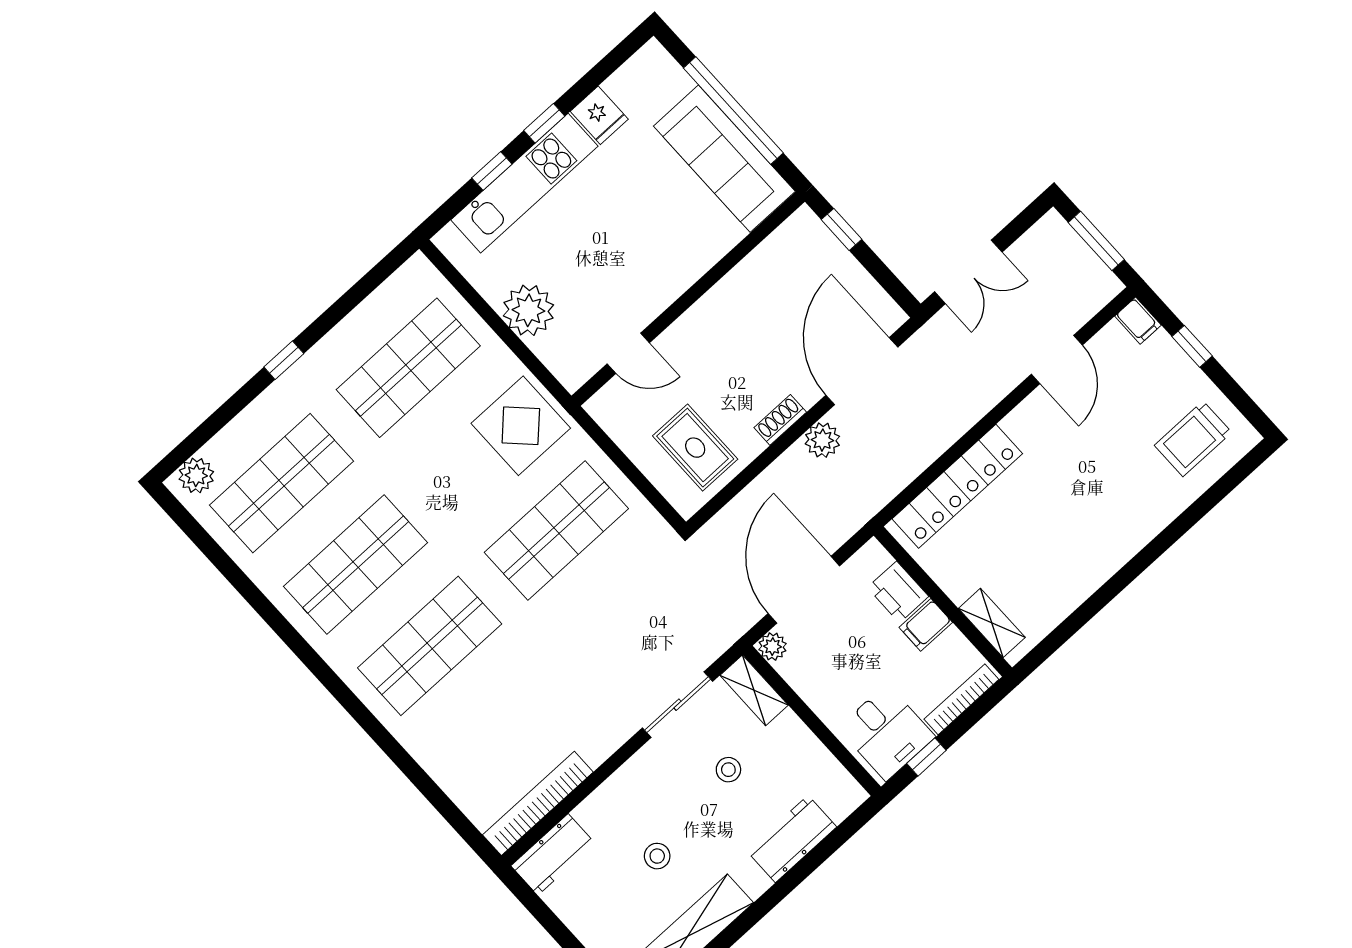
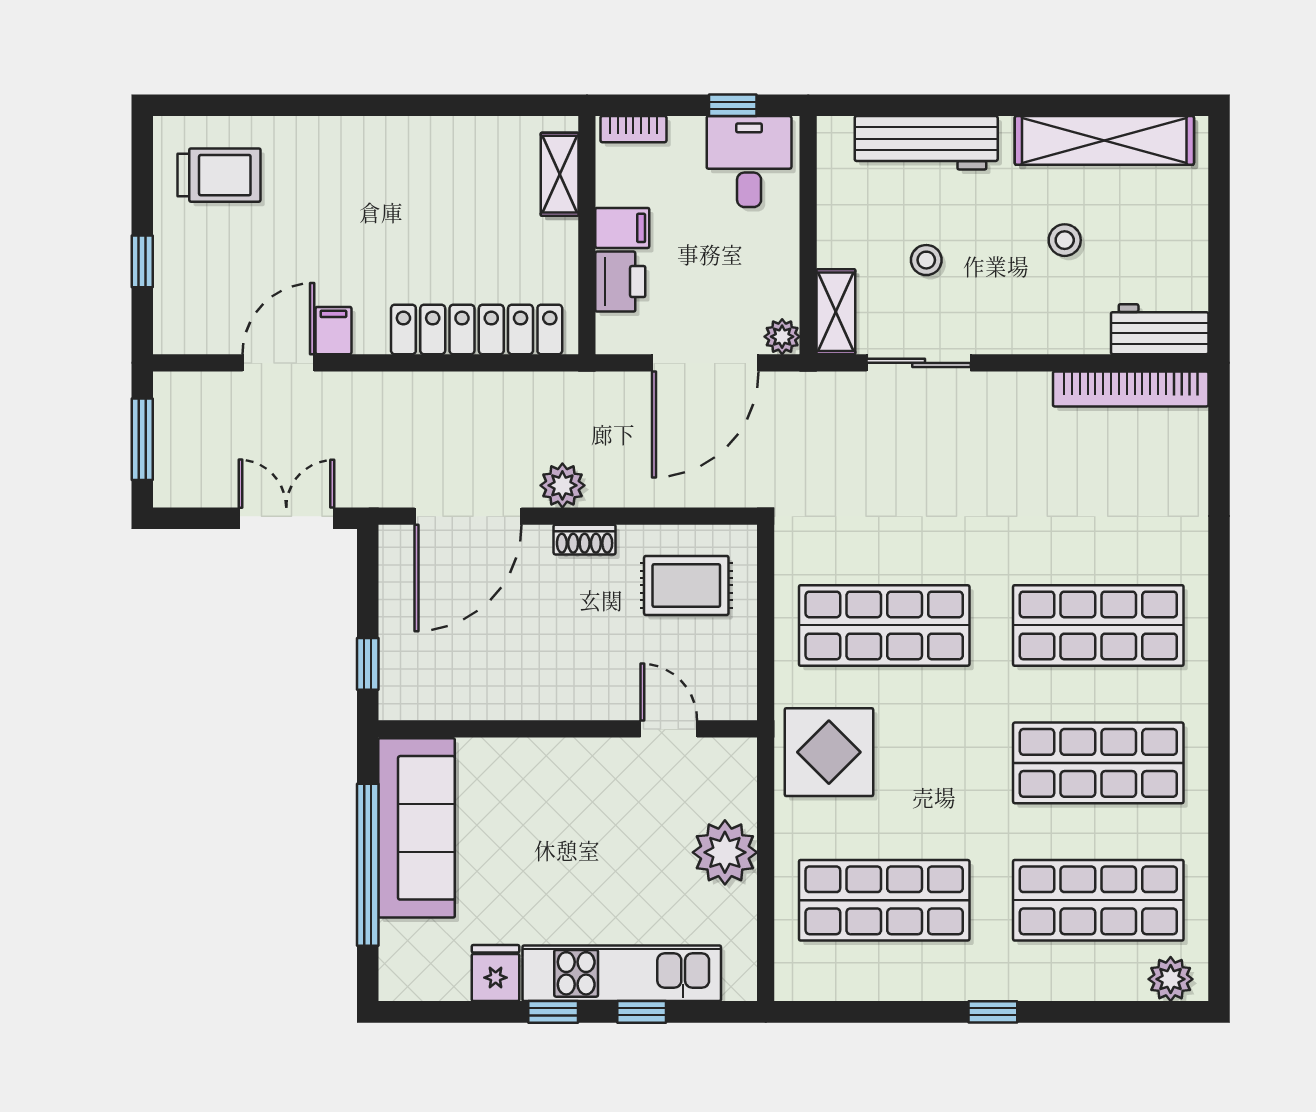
filing cabinet: (1138, 321) -> (333, 331), moved
rug: (695, 448) -> (686, 585), turned 90
bookcase: (961, 699) -> (633, 129), width x0.64
workbench: (792, 839) -> (926, 143), width x1.38

